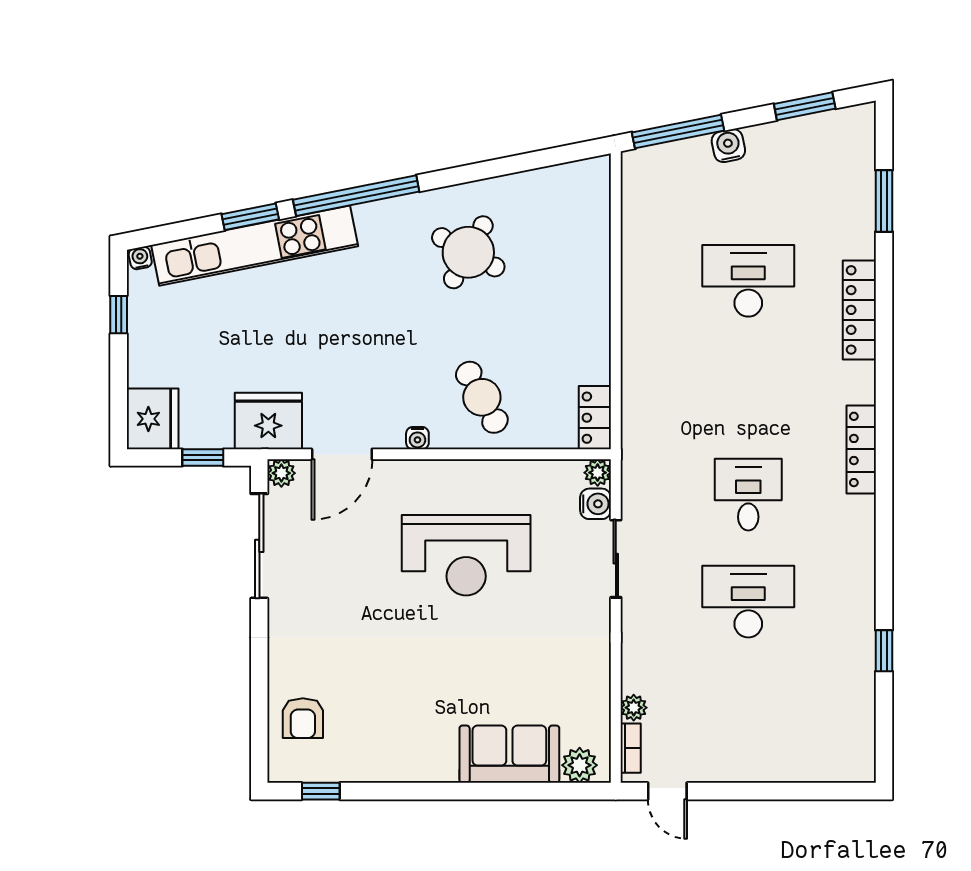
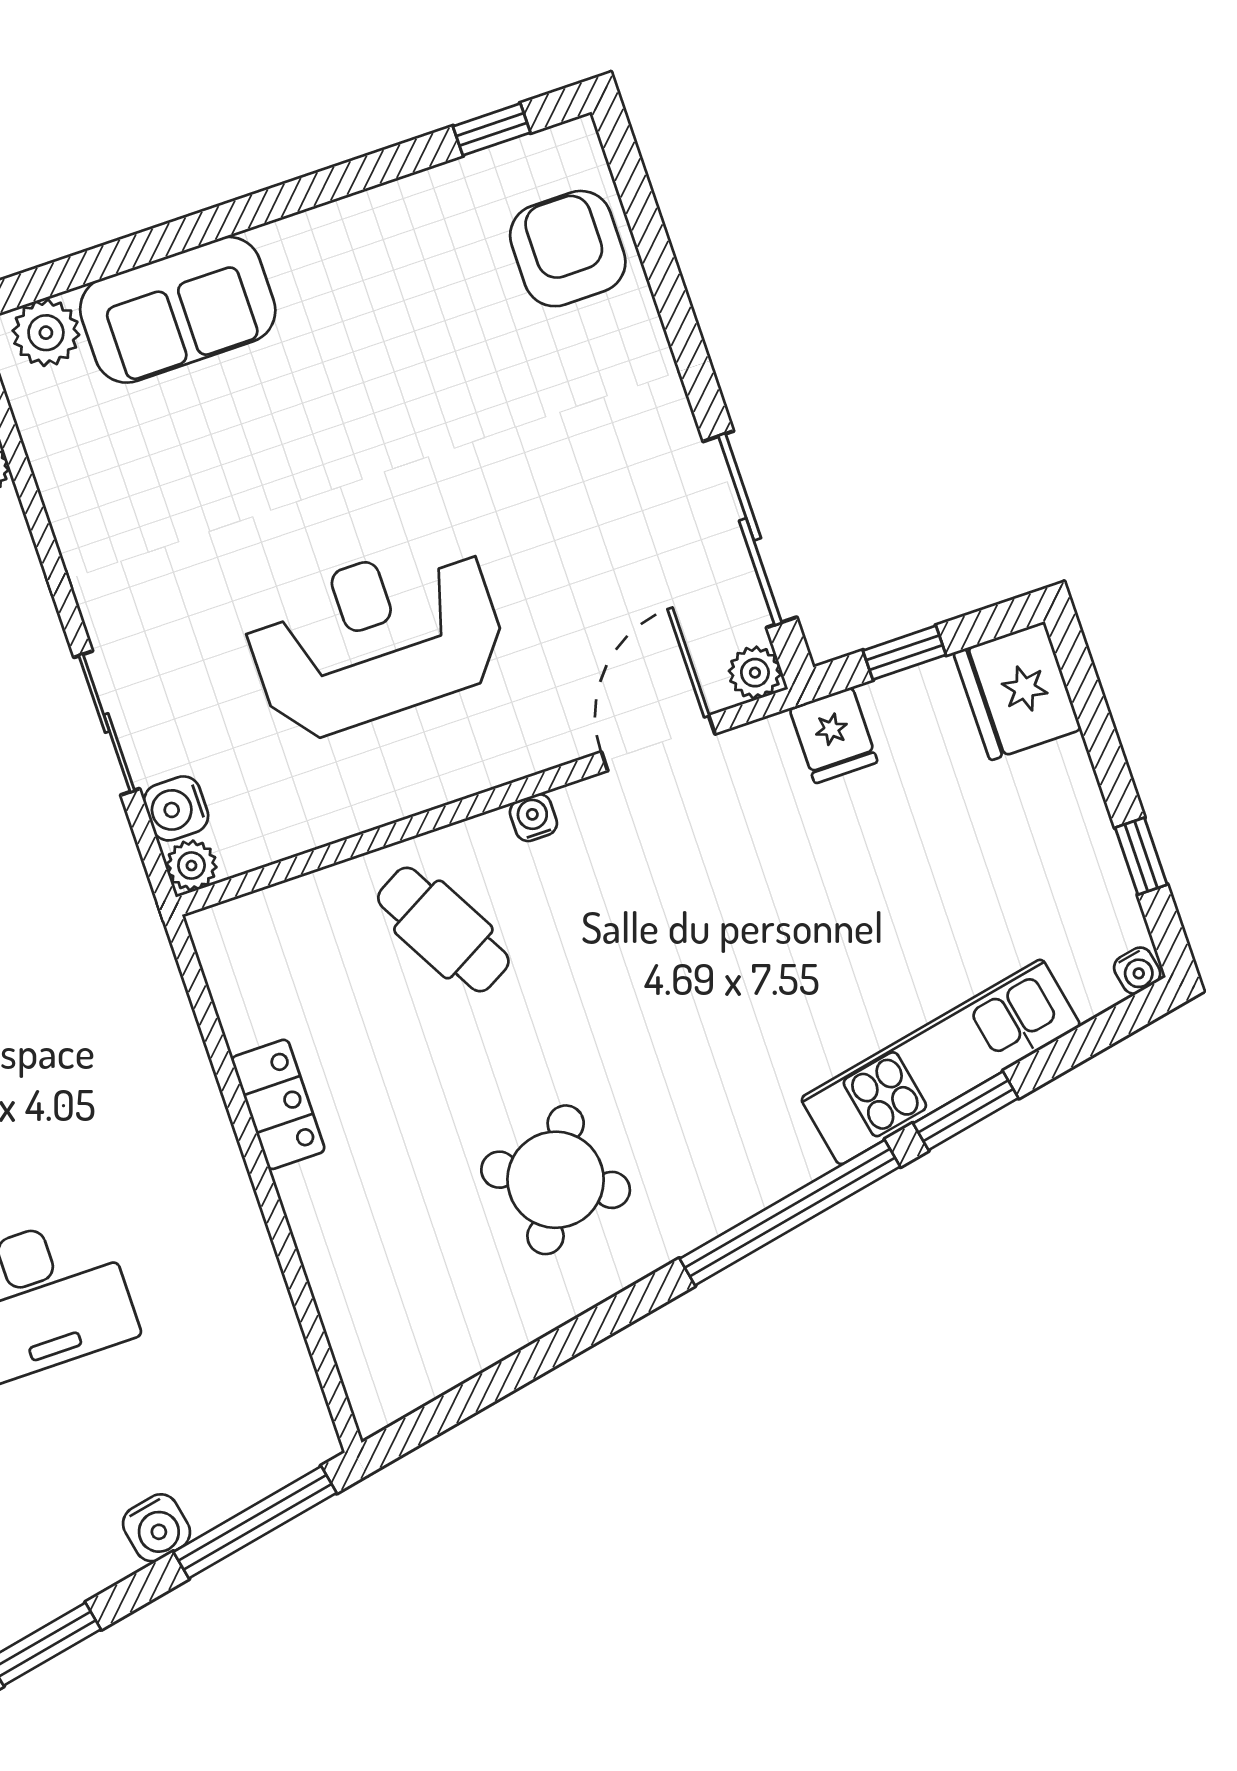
kitchen unit: (255, 246) -> (941, 1062), width x0.73
locker: (595, 418) -> (278, 1104), moved
fridge: (268, 421) -> (833, 735), width x0.53, depth x0.75
armchair: (303, 718) -> (568, 249), width x1.38, depth x1.38

